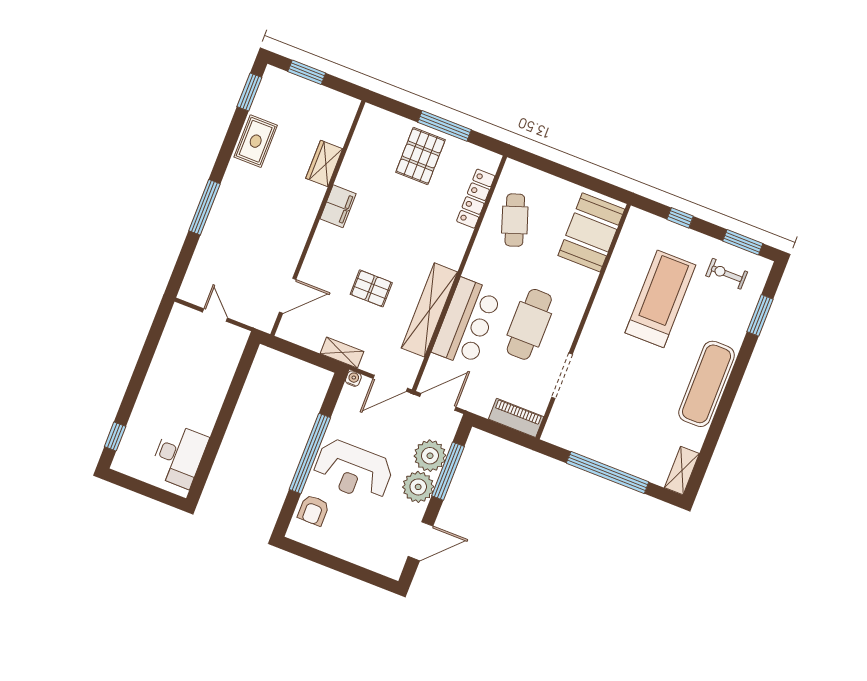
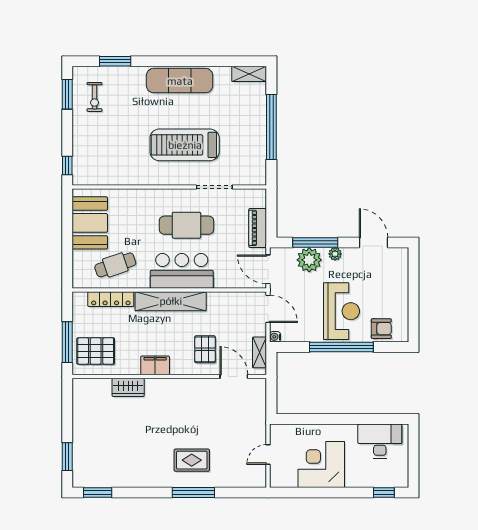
rug: (256, 141) -> (192, 460), moved
wardrobe: (324, 163) -> (128, 387), moved
filing cabinet: (338, 206) -> (155, 365), moved
wall: (318, 218) -> (169, 376), moved
window: (680, 218) -> (67, 166), moved
booth: (591, 232) -> (90, 223), moved, turned 90
door: (288, 296) -> (234, 376), moved
treadmill: (660, 299) -> (185, 145), moved
shelving: (429, 310) -> (171, 301), moved
bar counter: (467, 322) -> (182, 271), moved
corner desk: (178, 374) -> (321, 464), added
piano: (516, 418) -> (258, 228), moved
plant: (418, 487) -> (335, 254), width x0.53, depth x0.53

